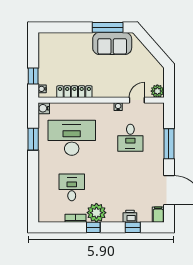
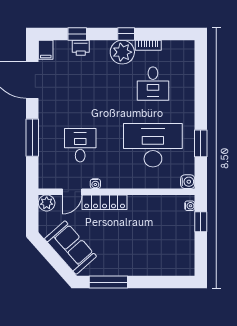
sofa: (112, 43) -> (70, 248), moved, turned 49
locker: (74, 92) -> (105, 202), moved
desk: (72, 138) -> (153, 145), turned 180

